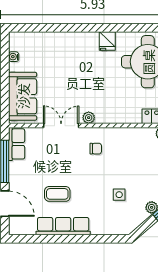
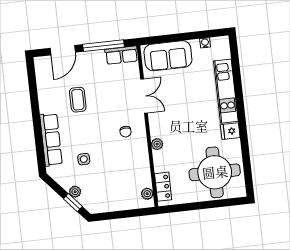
kitchen unit: (66, 41) -> (226, 91), added
plant: (89, 118) -> (157, 144), moved
row of seats: (63, 226) -> (51, 140), moved

